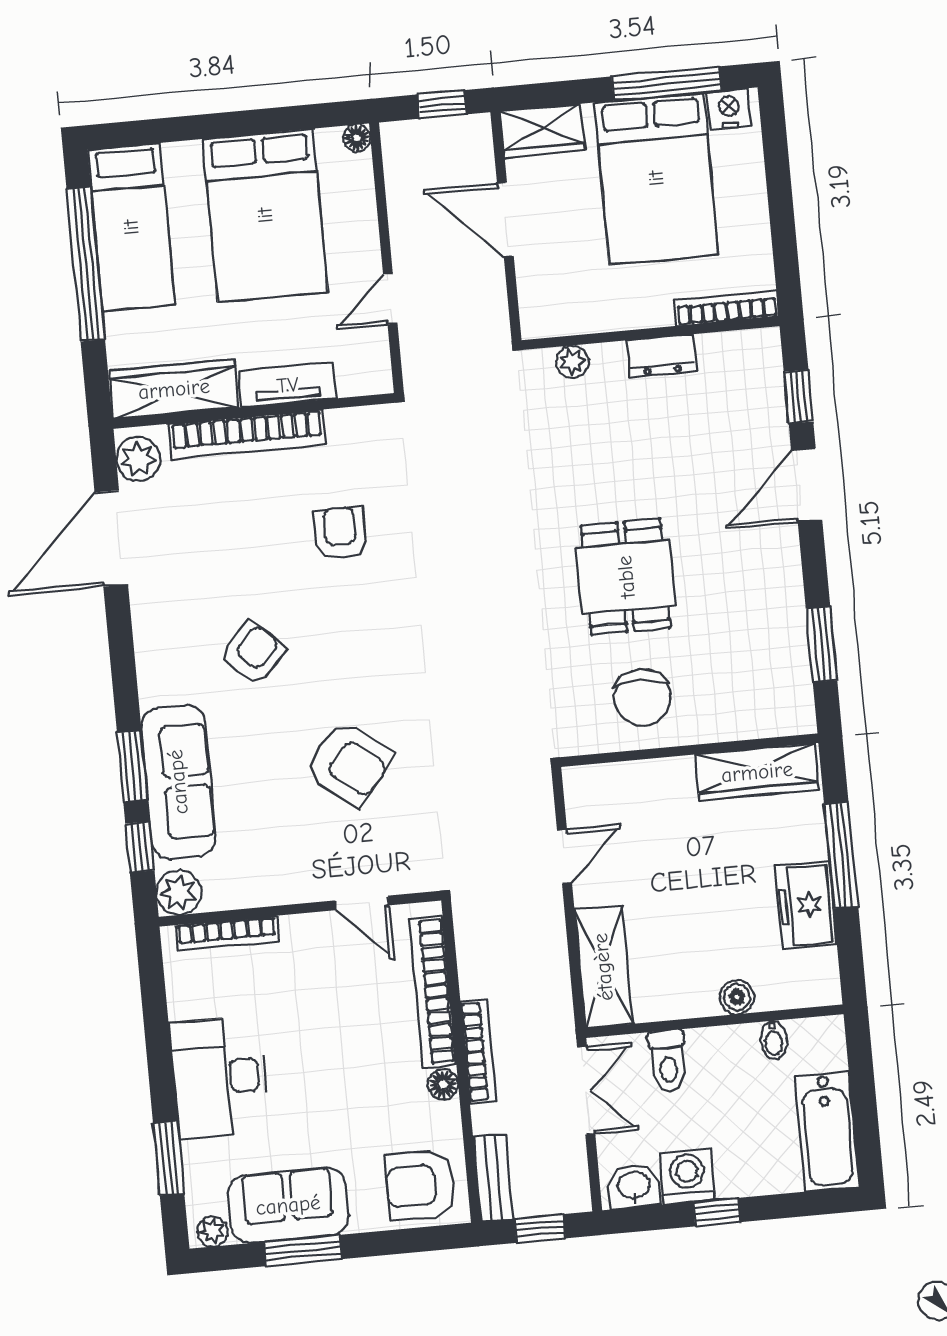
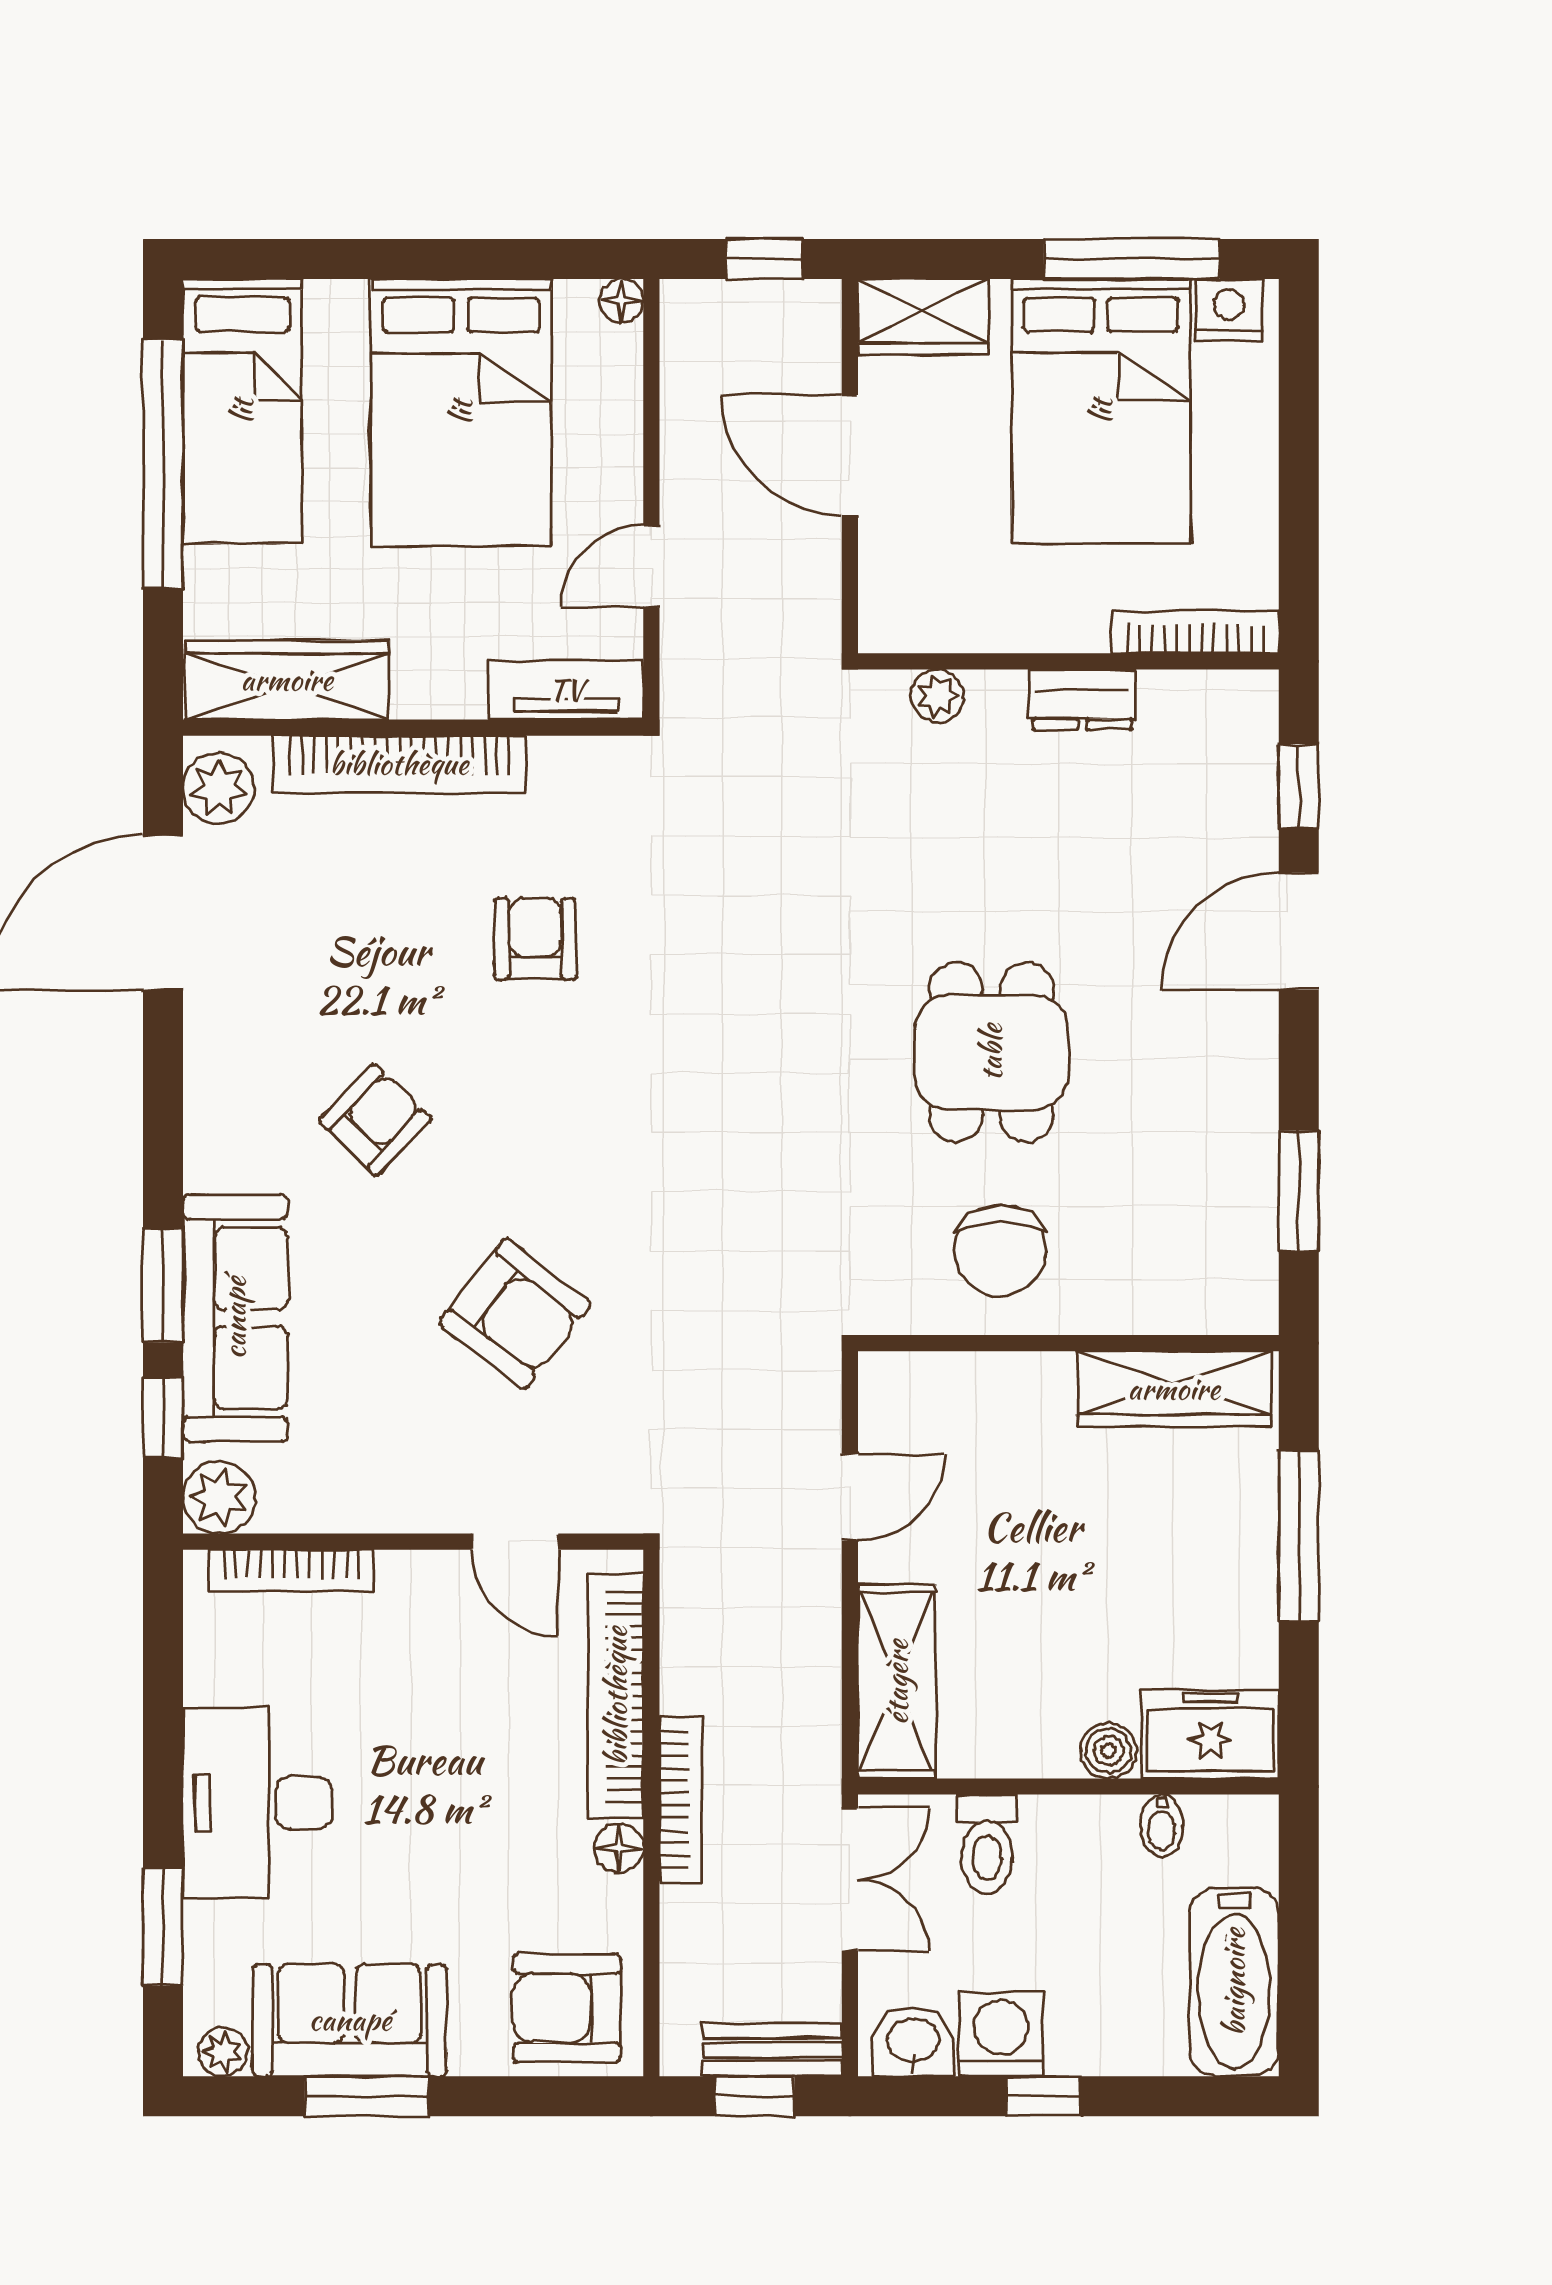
tv unit: (288, 385) -> (566, 690), moved
freezer: (806, 905) -> (1210, 1734), moved, turned 90
bench: (493, 1178) -> (772, 2050), moved, turned 90

